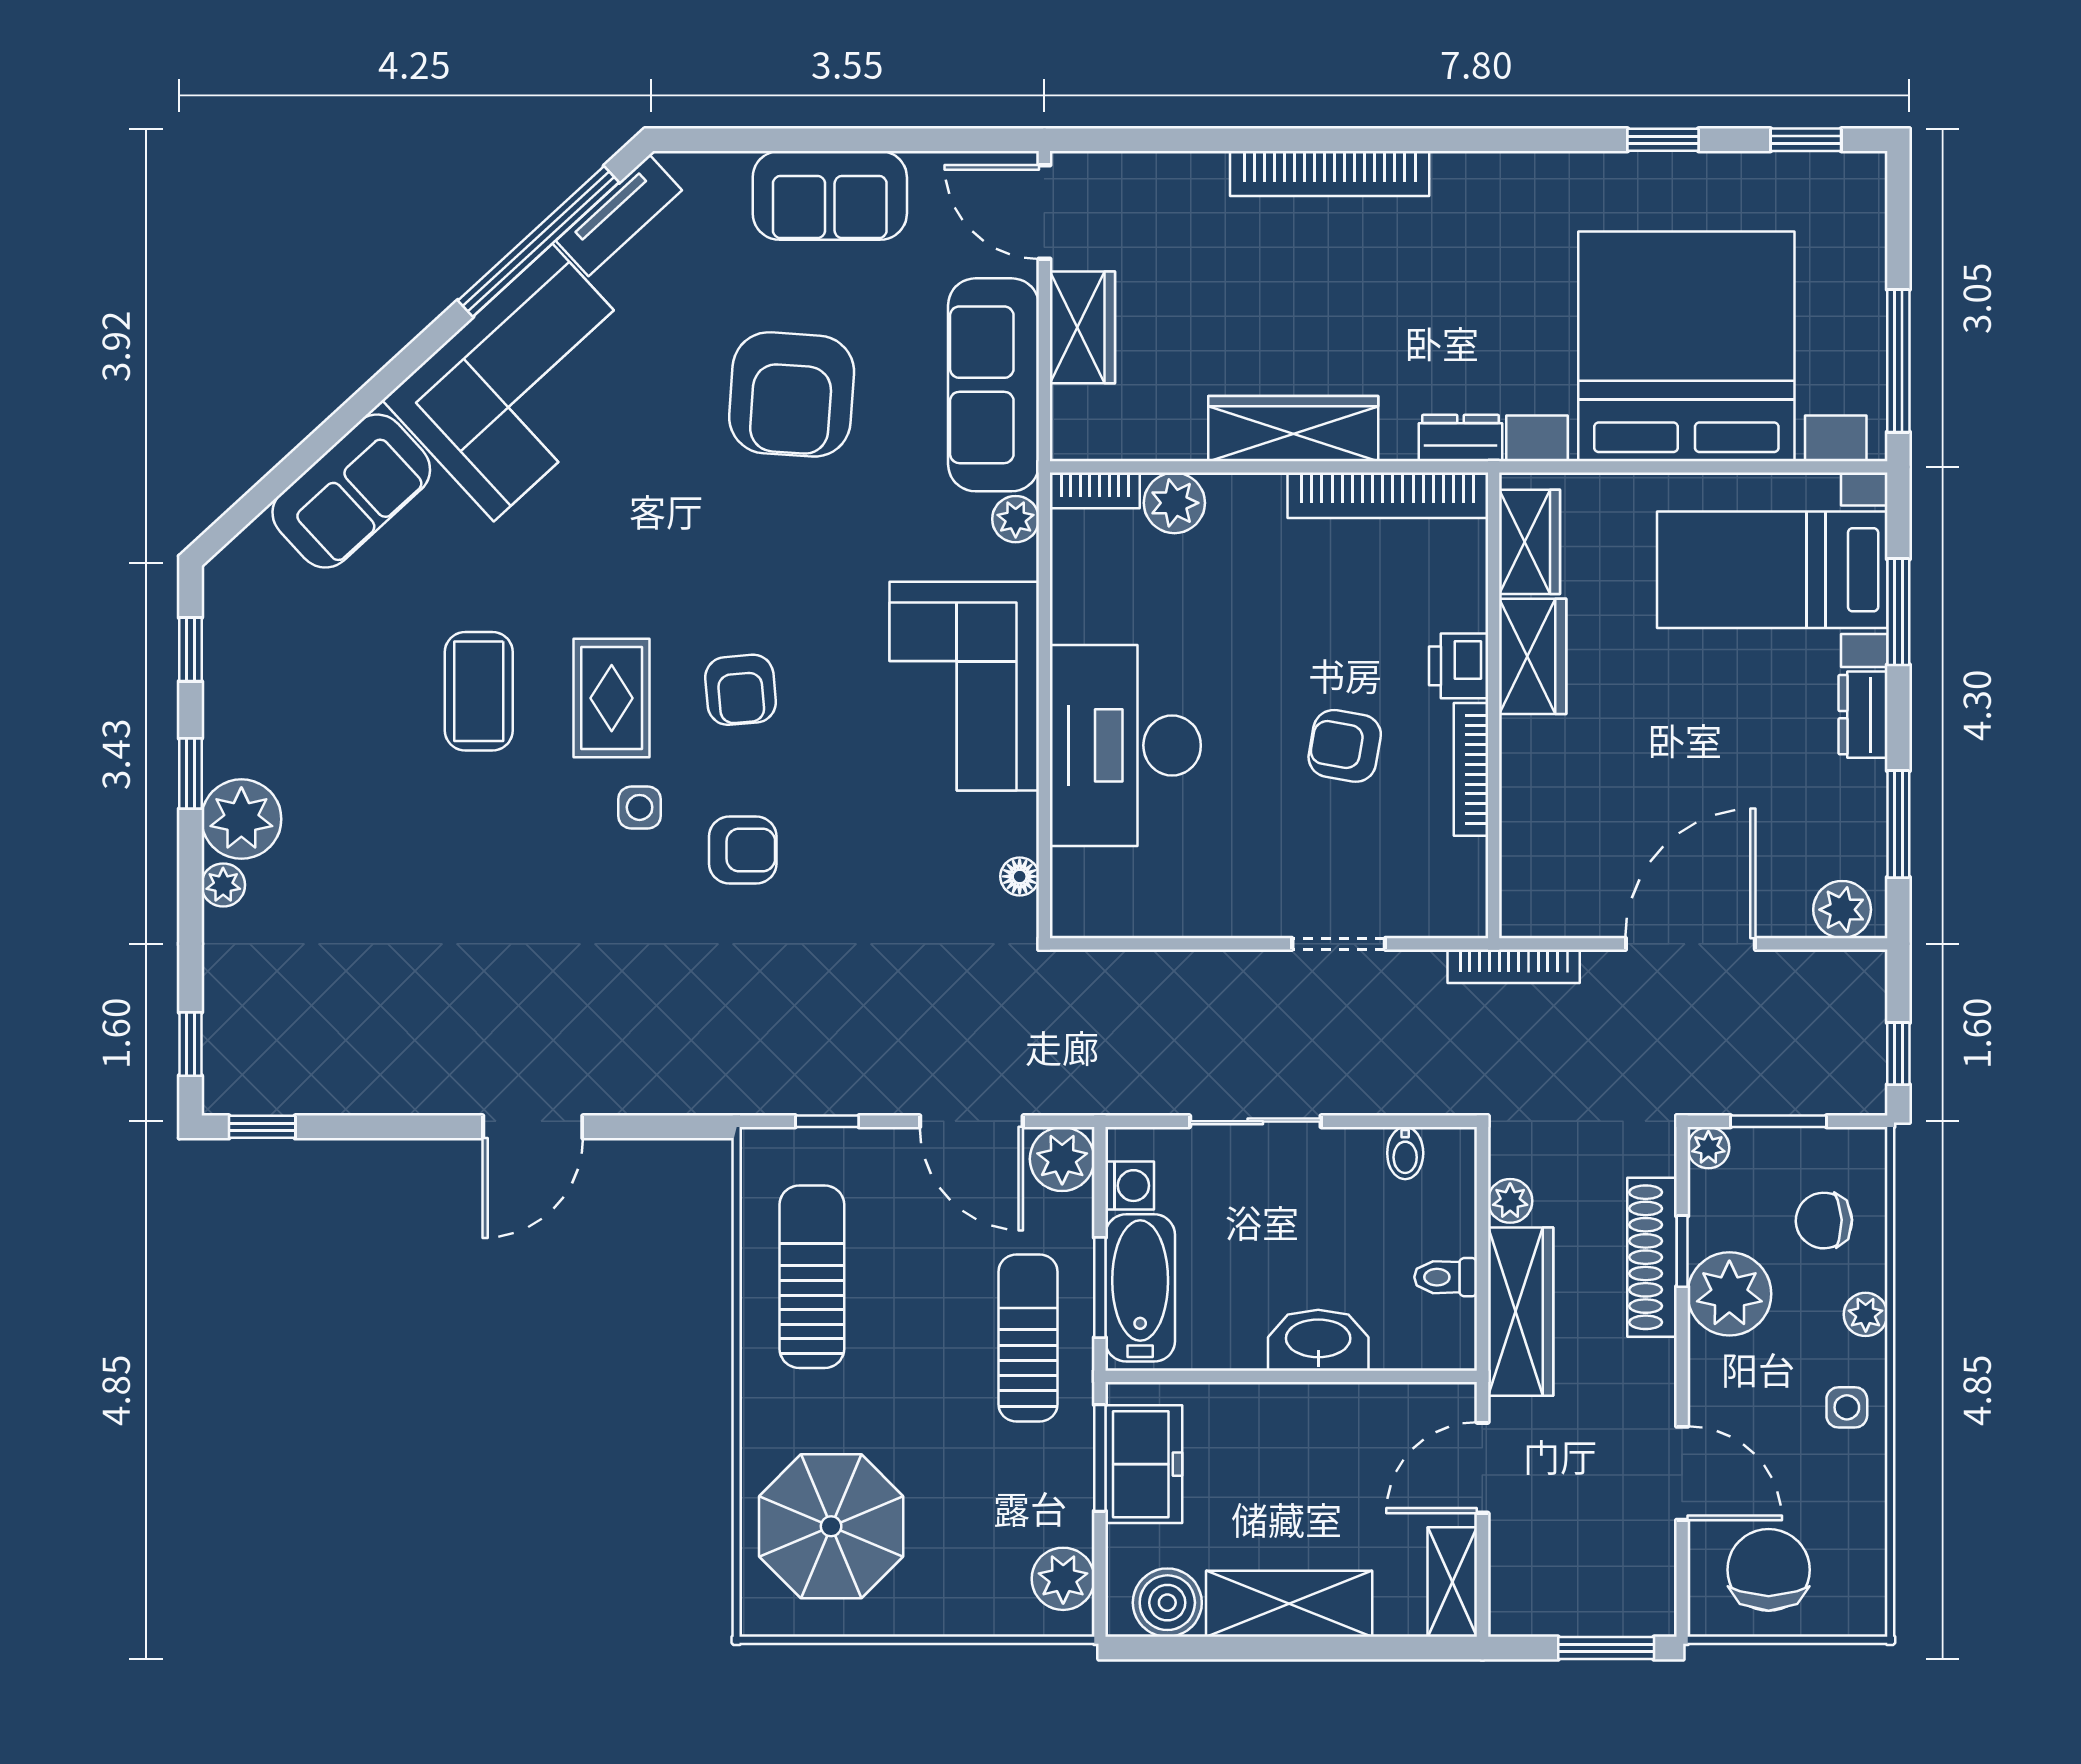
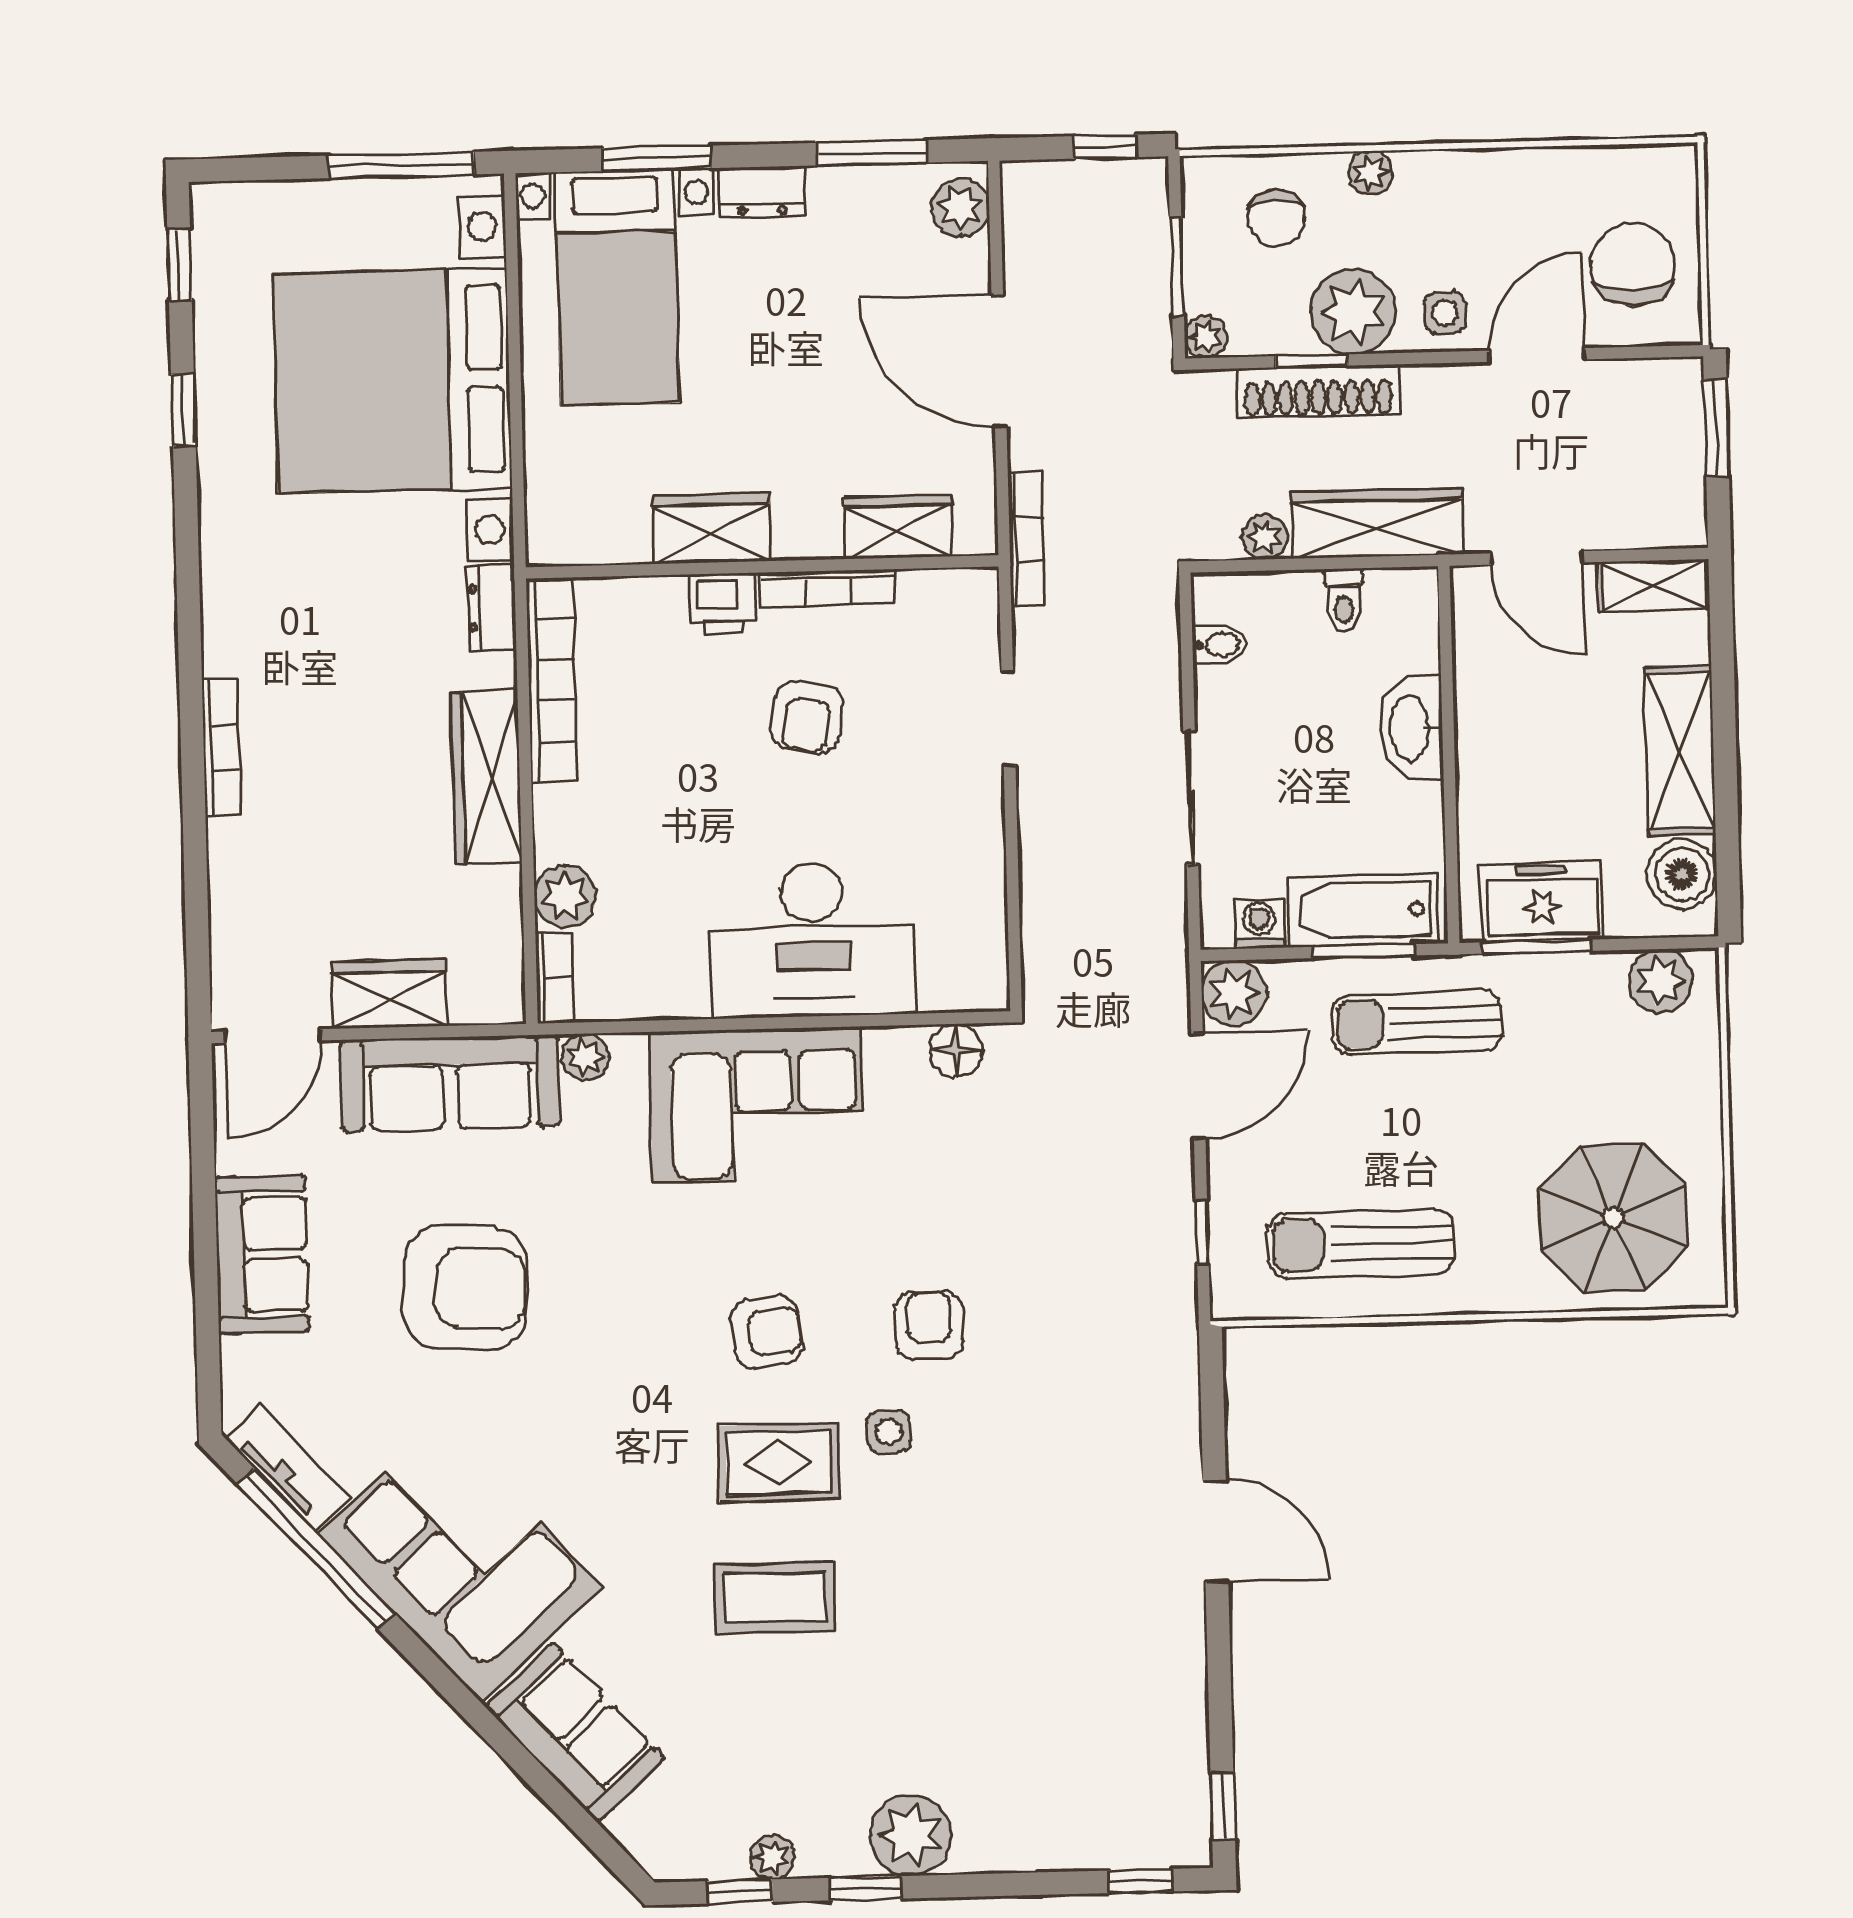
bookcase: (1330, 173) -> (221, 748), width x0.68, depth x0.76
wardrobe: (1529, 542) -> (898, 527), moved
floor lamp: (1020, 876) -> (956, 1051), width x1.37, depth x1.37
plant: (223, 885) -> (772, 1857), moved
side table: (1847, 1407) -> (1445, 313), moved
chair: (1769, 1570) -> (1633, 265), turned 90

